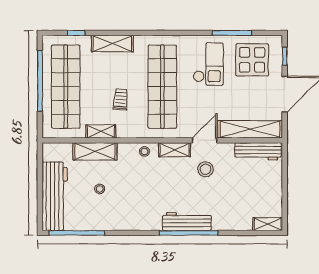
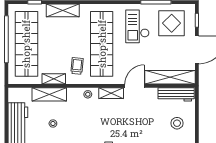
checkout: (208, 64) -> (137, 26), turned 180
trolley: (121, 99) -> (77, 66), moved
stool: (206, 169) -> (177, 123), moved

